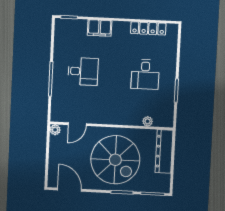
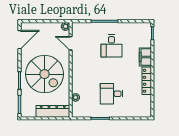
locker: (148, 28) -> (147, 81), moved
spiral stairs: (115, 160) -> (45, 74), turned -90

